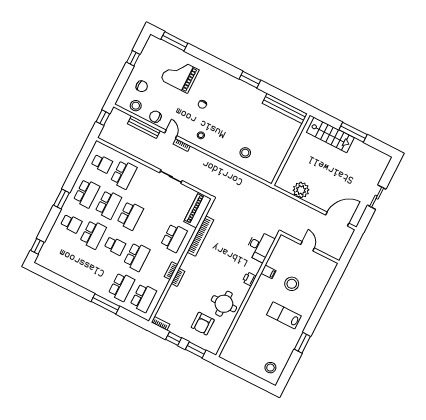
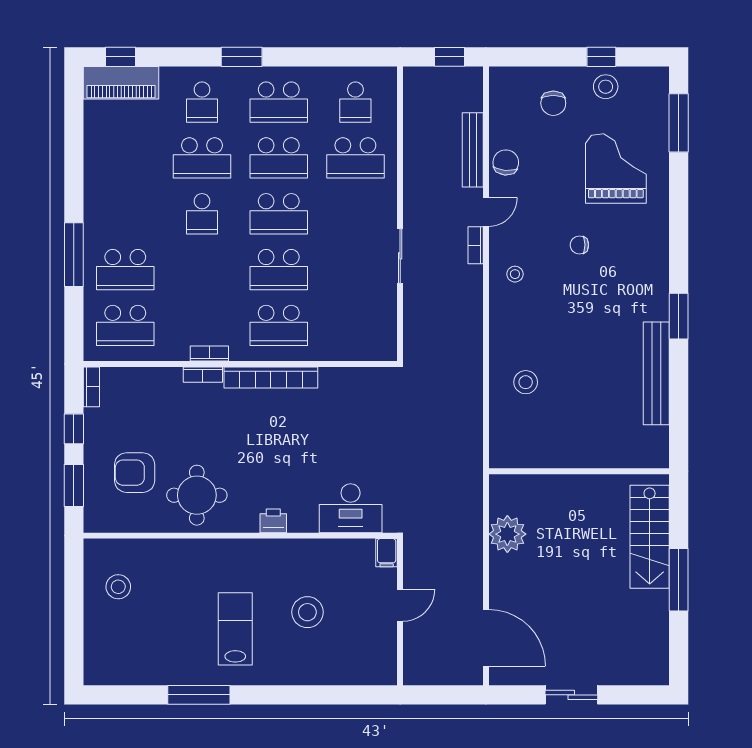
stool: (136, 106) -> (606, 87), moved
bench: (285, 109) -> (656, 373), moved
piano: (198, 210) -> (121, 83), moved, turned 180
bookcase: (200, 236) -> (271, 377), moved
school desk: (137, 257) -> (279, 270), moved
filing cabinet: (268, 272) -> (387, 553), moved
window: (302, 343) -> (199, 695), width x1.44
stool: (270, 368) -> (118, 587), moved

